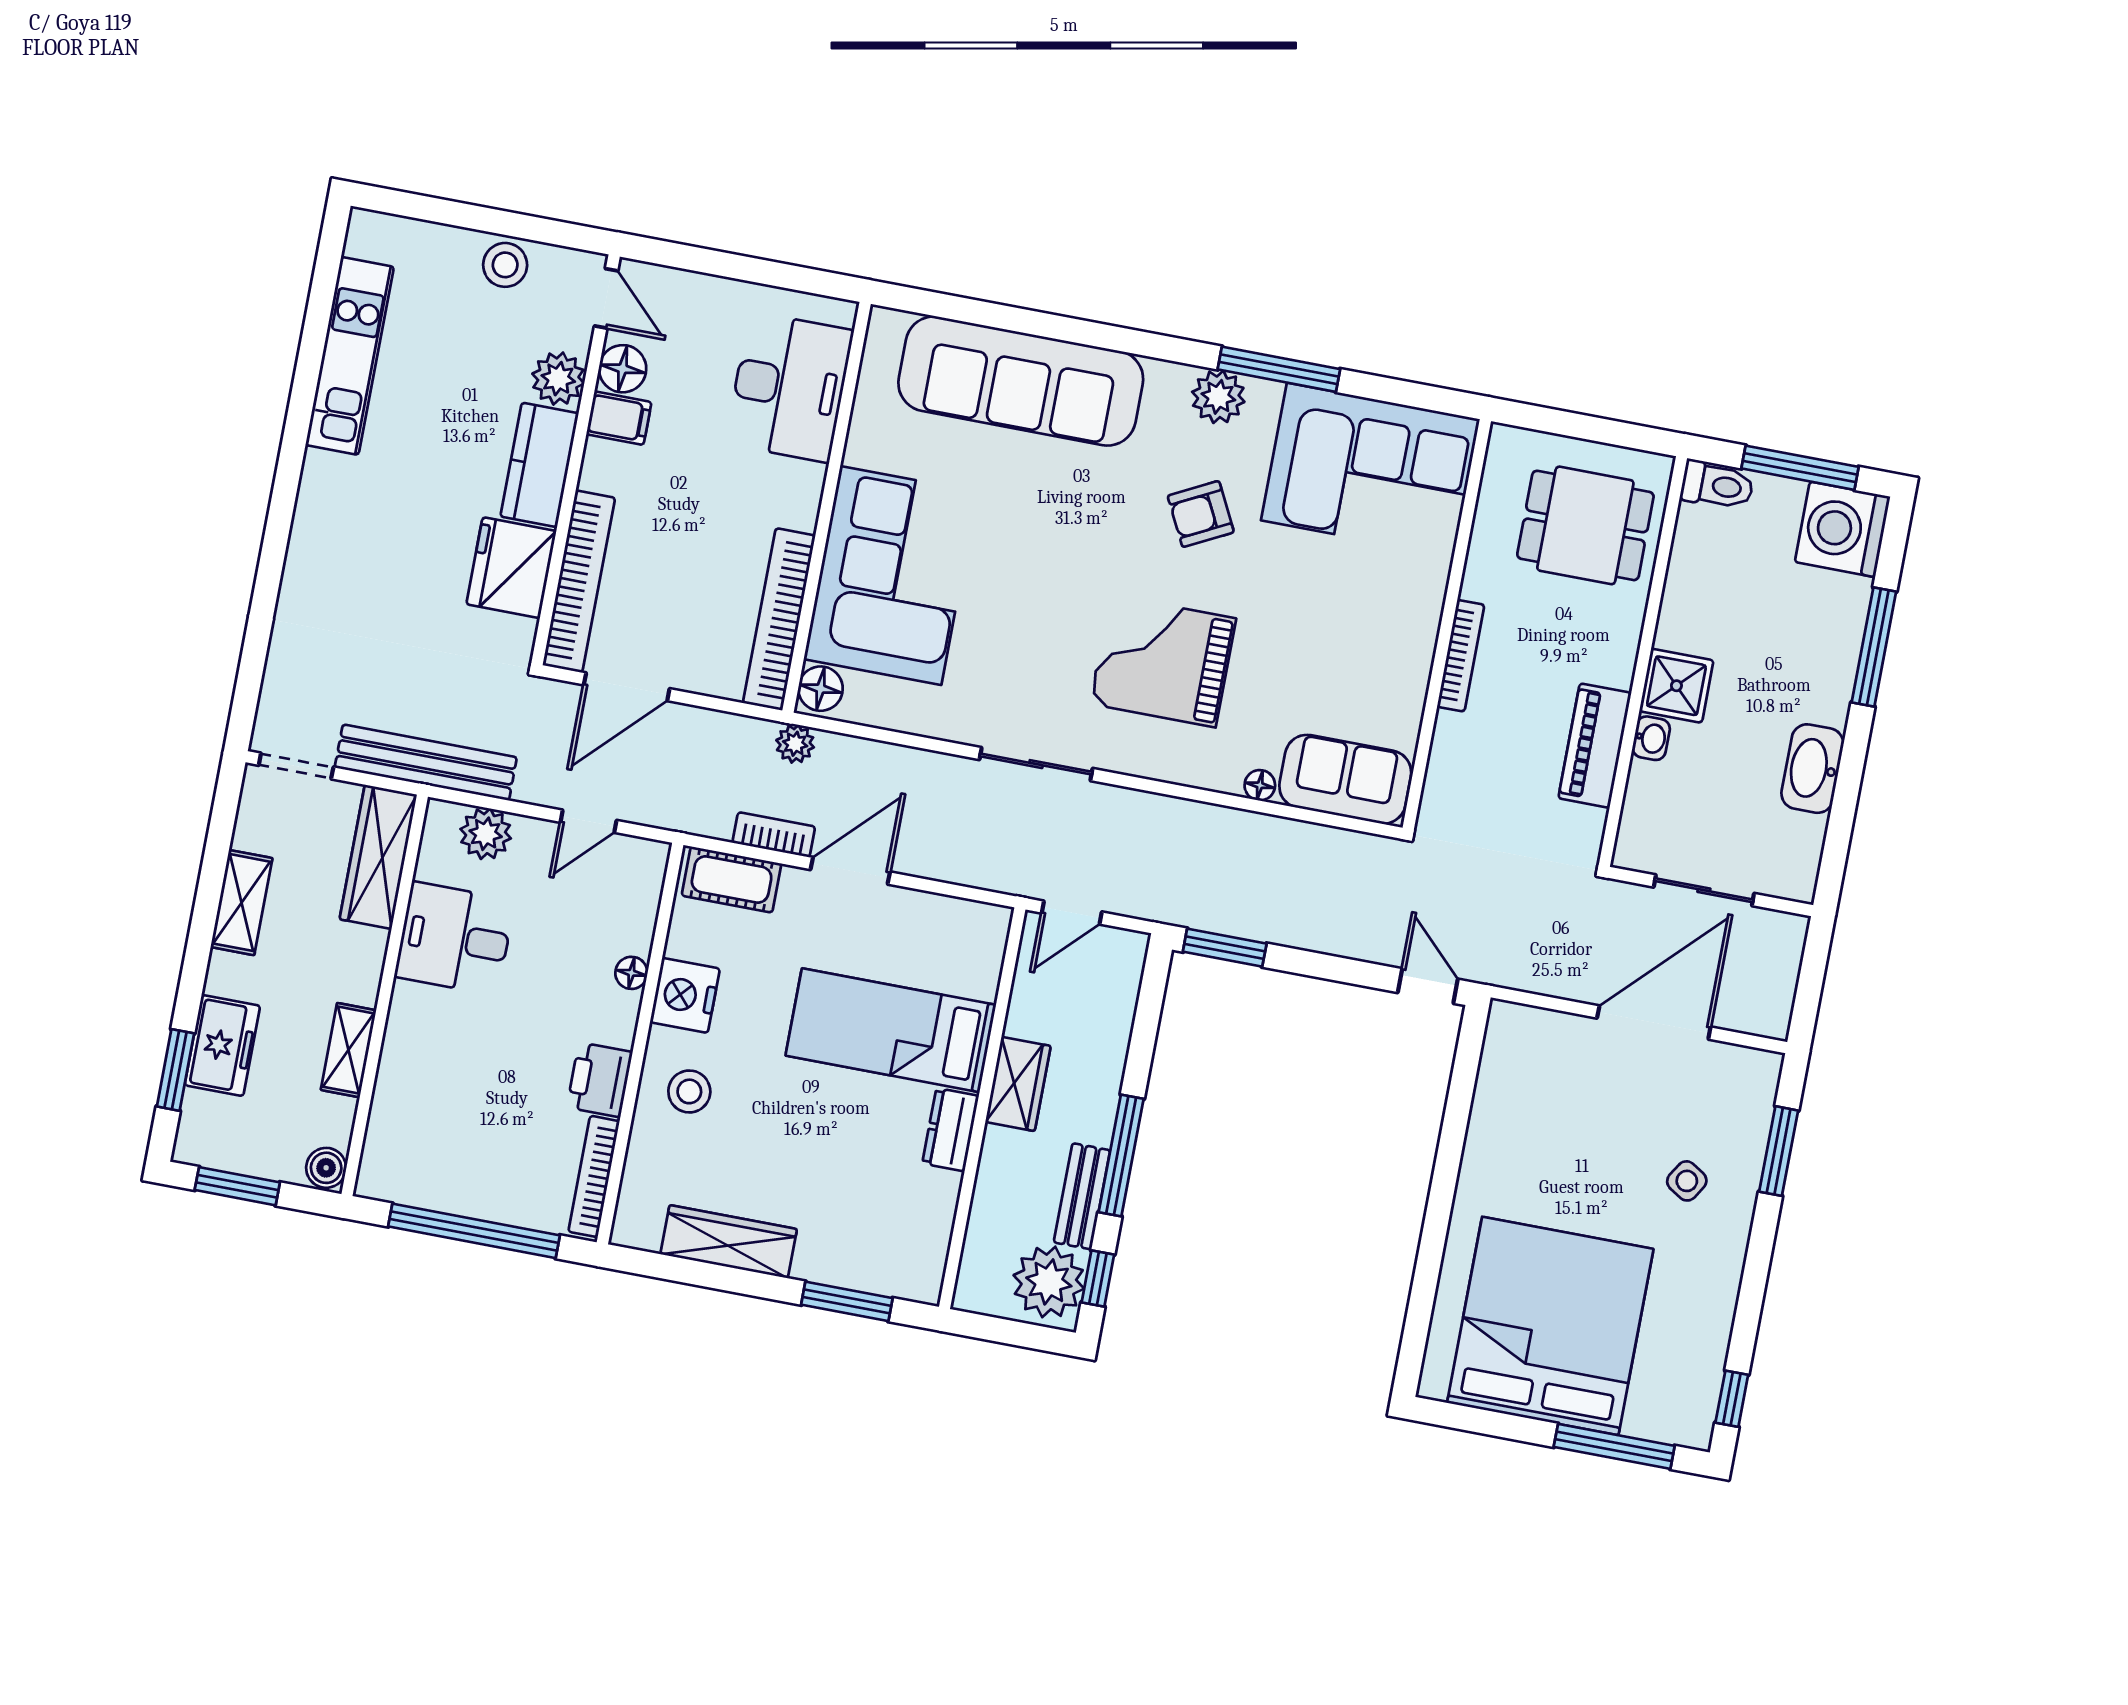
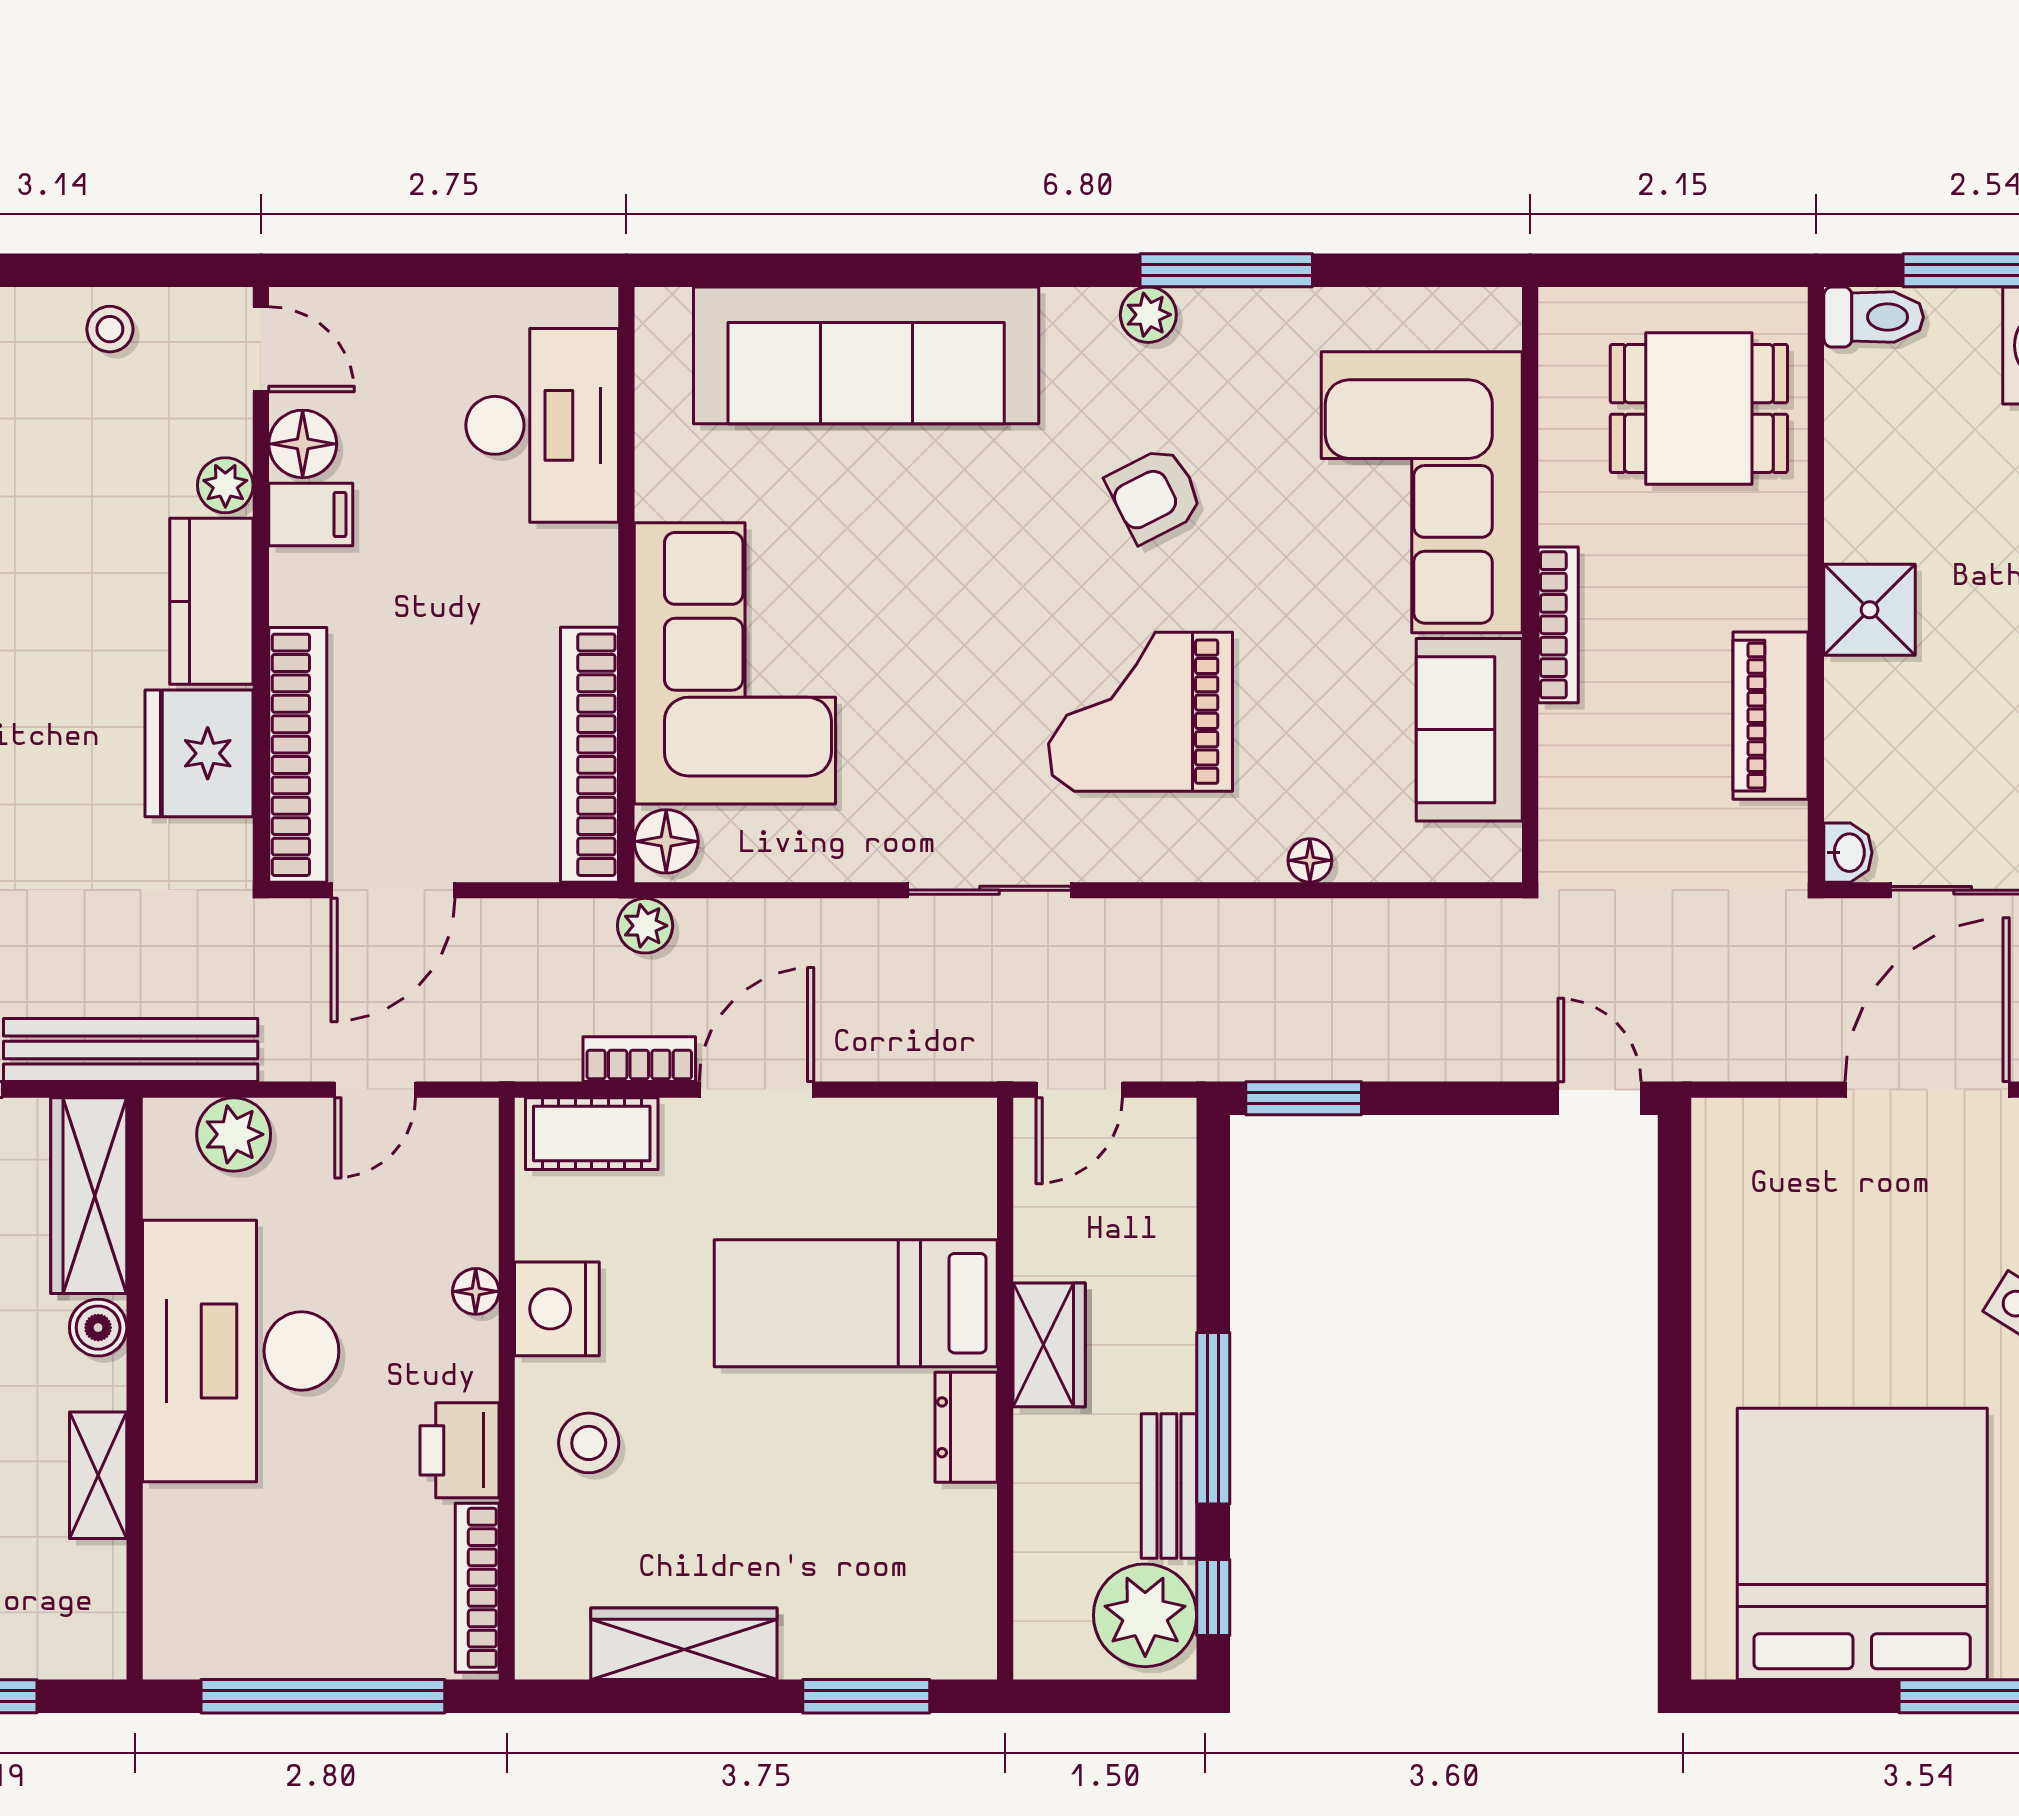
stool: (505, 265) -> (110, 329), width x0.73, depth x0.73
plant: (558, 379) -> (225, 485), width x0.73, depth x0.73
plant: (1218, 397) -> (1148, 315), width x0.73, depth x0.73
corner sofa: (1370, 470) -> (1422, 492), moved, turned 90
washbasin: (1651, 738) -> (1848, 853), moved
sofa: (1345, 779) -> (1469, 730), moved, turned -90
desk: (455, 938) -> (241, 1351), width x1.87, depth x1.30
boiler: (326, 1168) -> (98, 1328), moved

